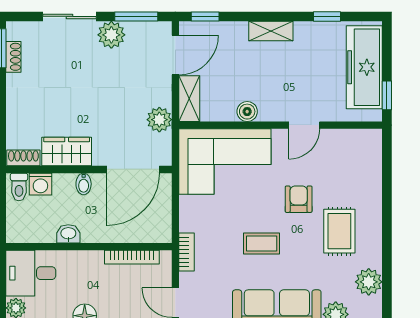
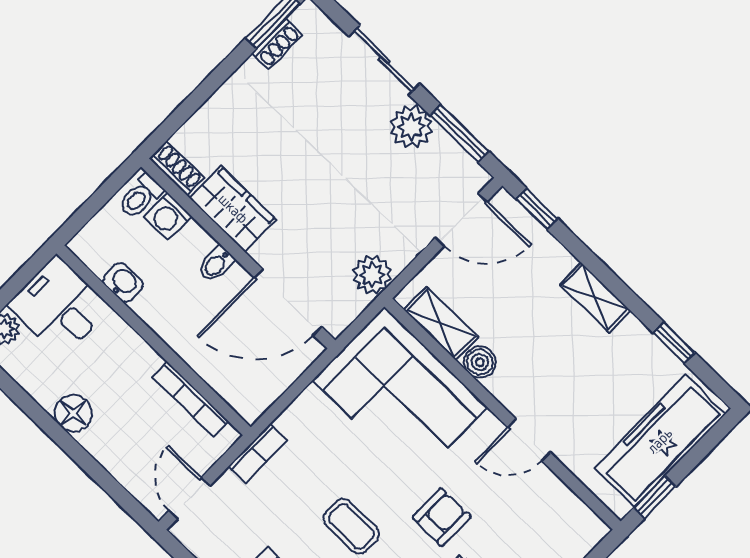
shelving: (189, 99) -> (441, 323), moved, turned 90
washbasin: (68, 234) -> (123, 283), moved

